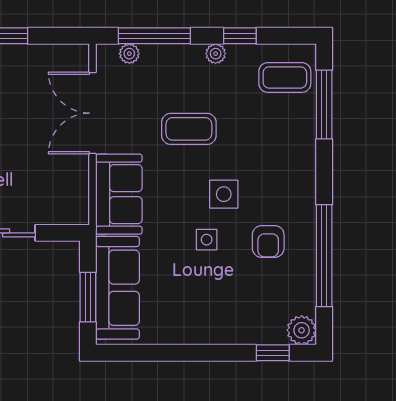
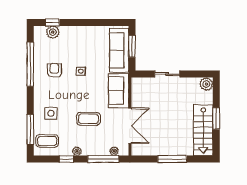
side table: (224, 194) -> (51, 113), moved
plant: (302, 330) -> (53, 32), moved

